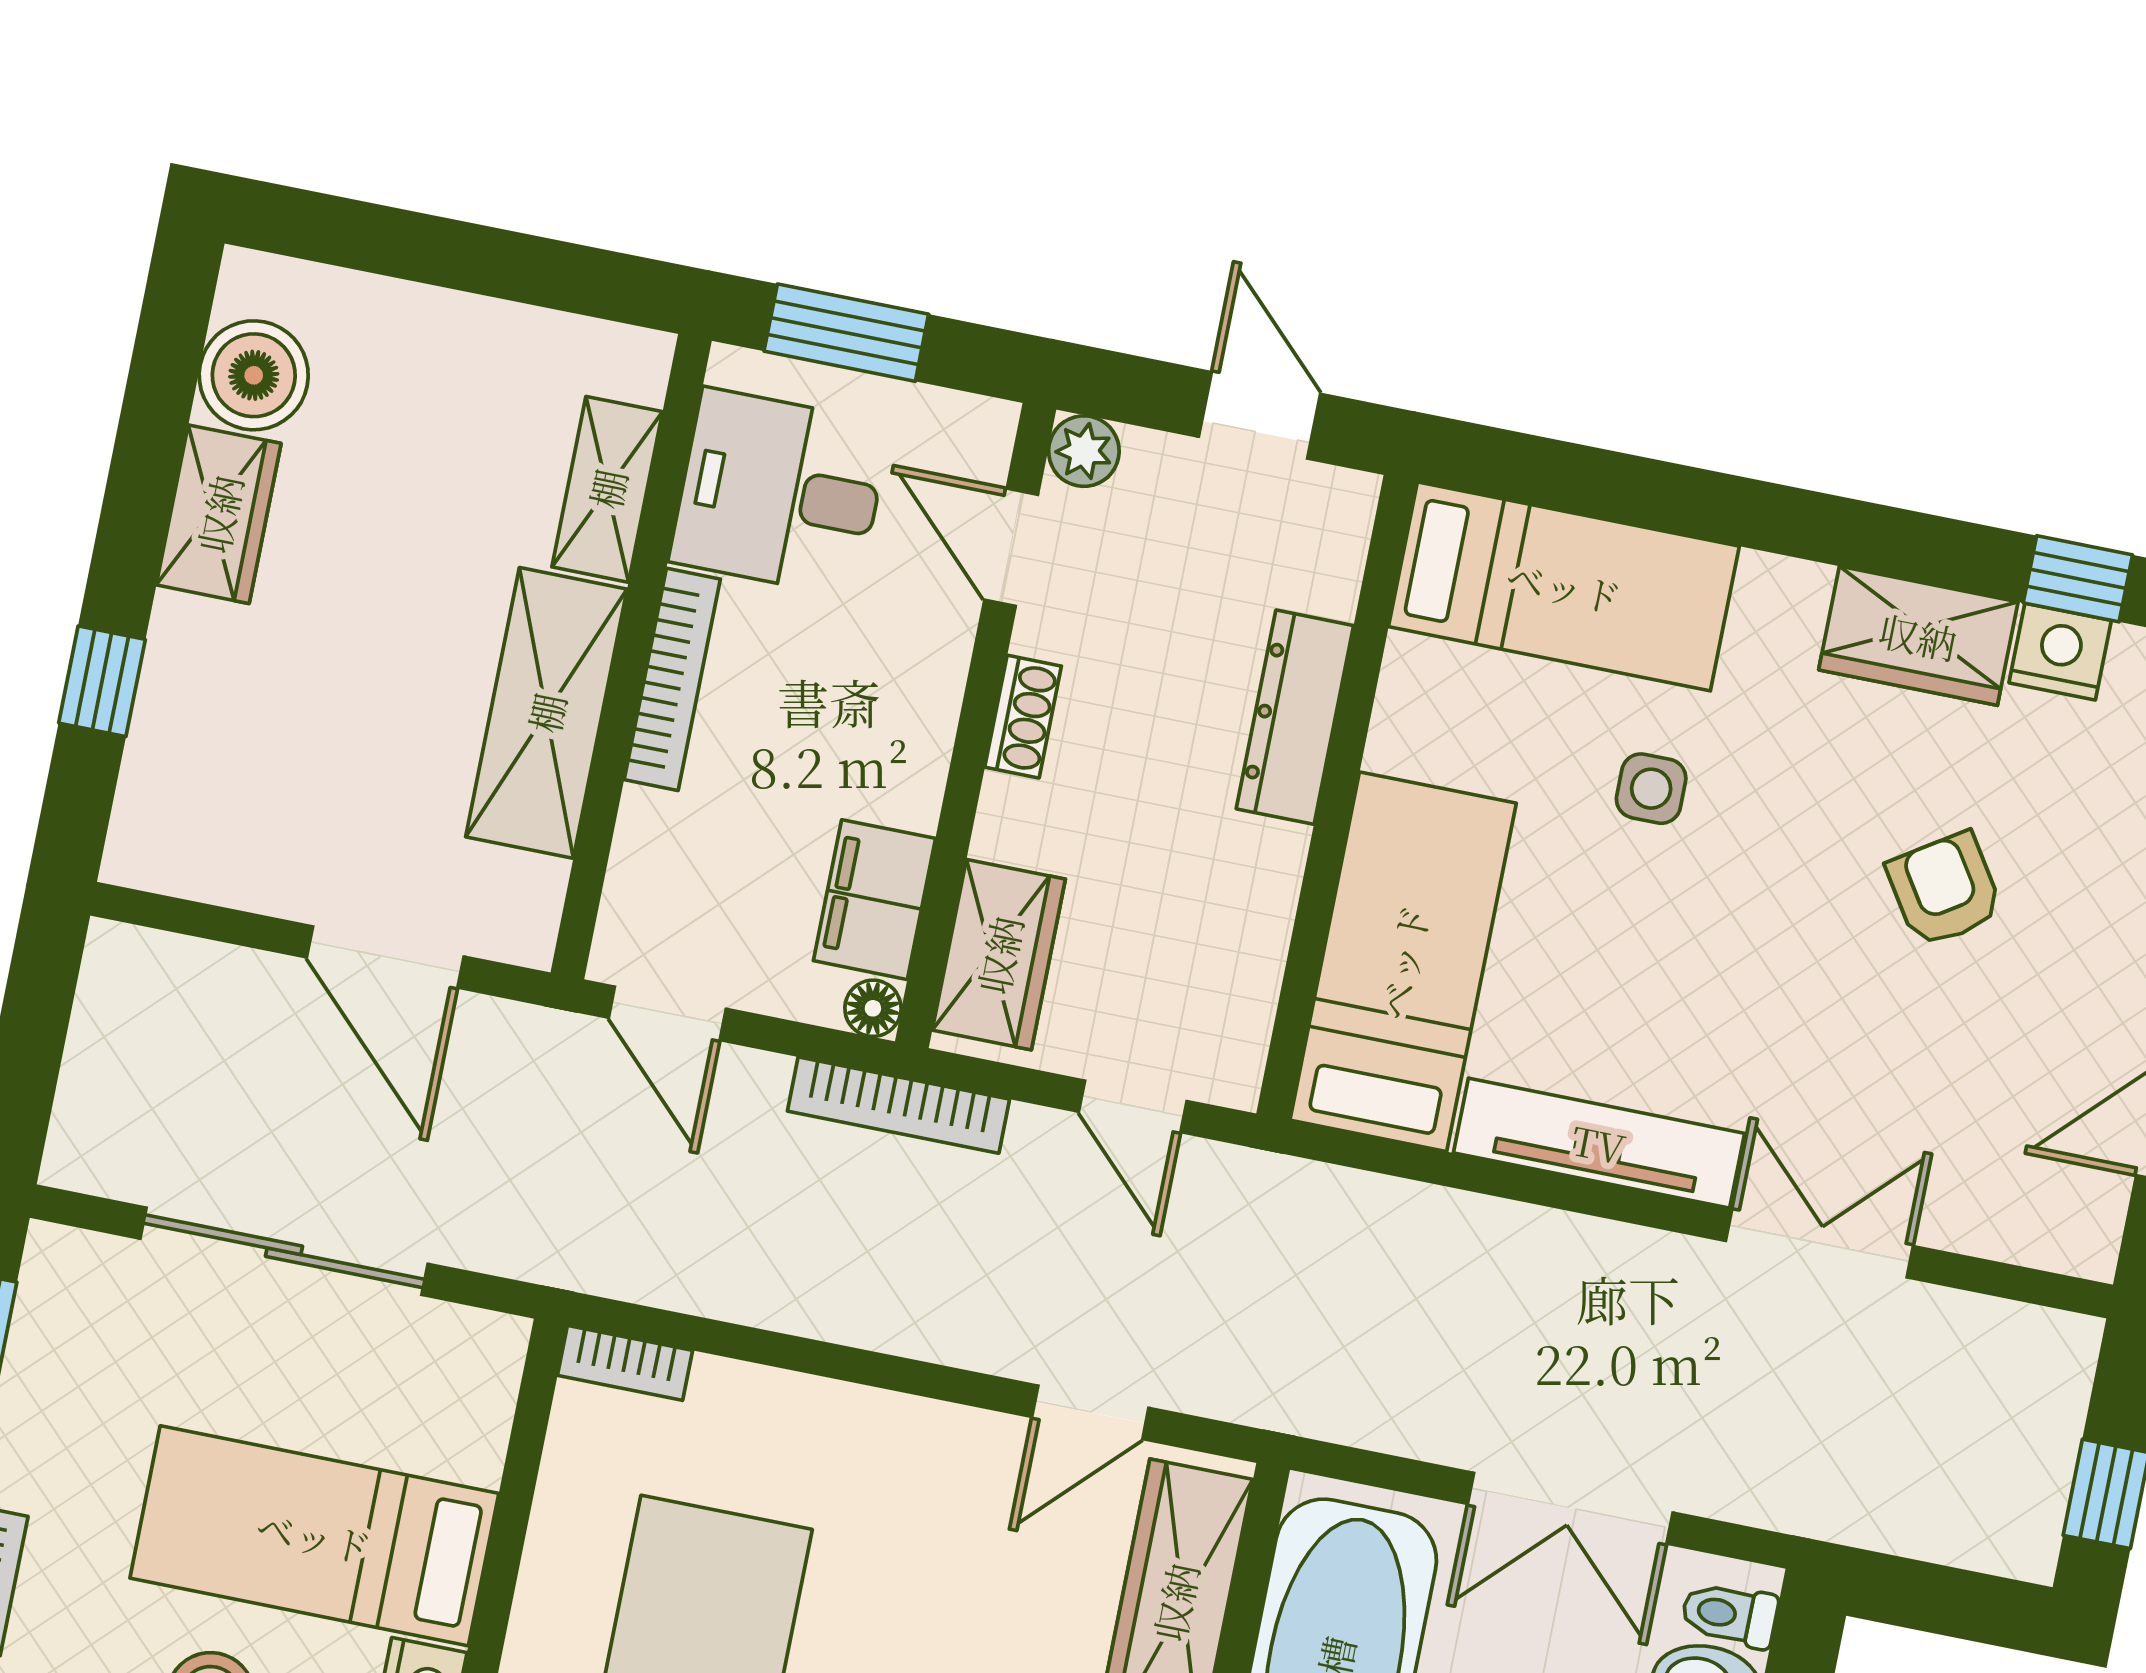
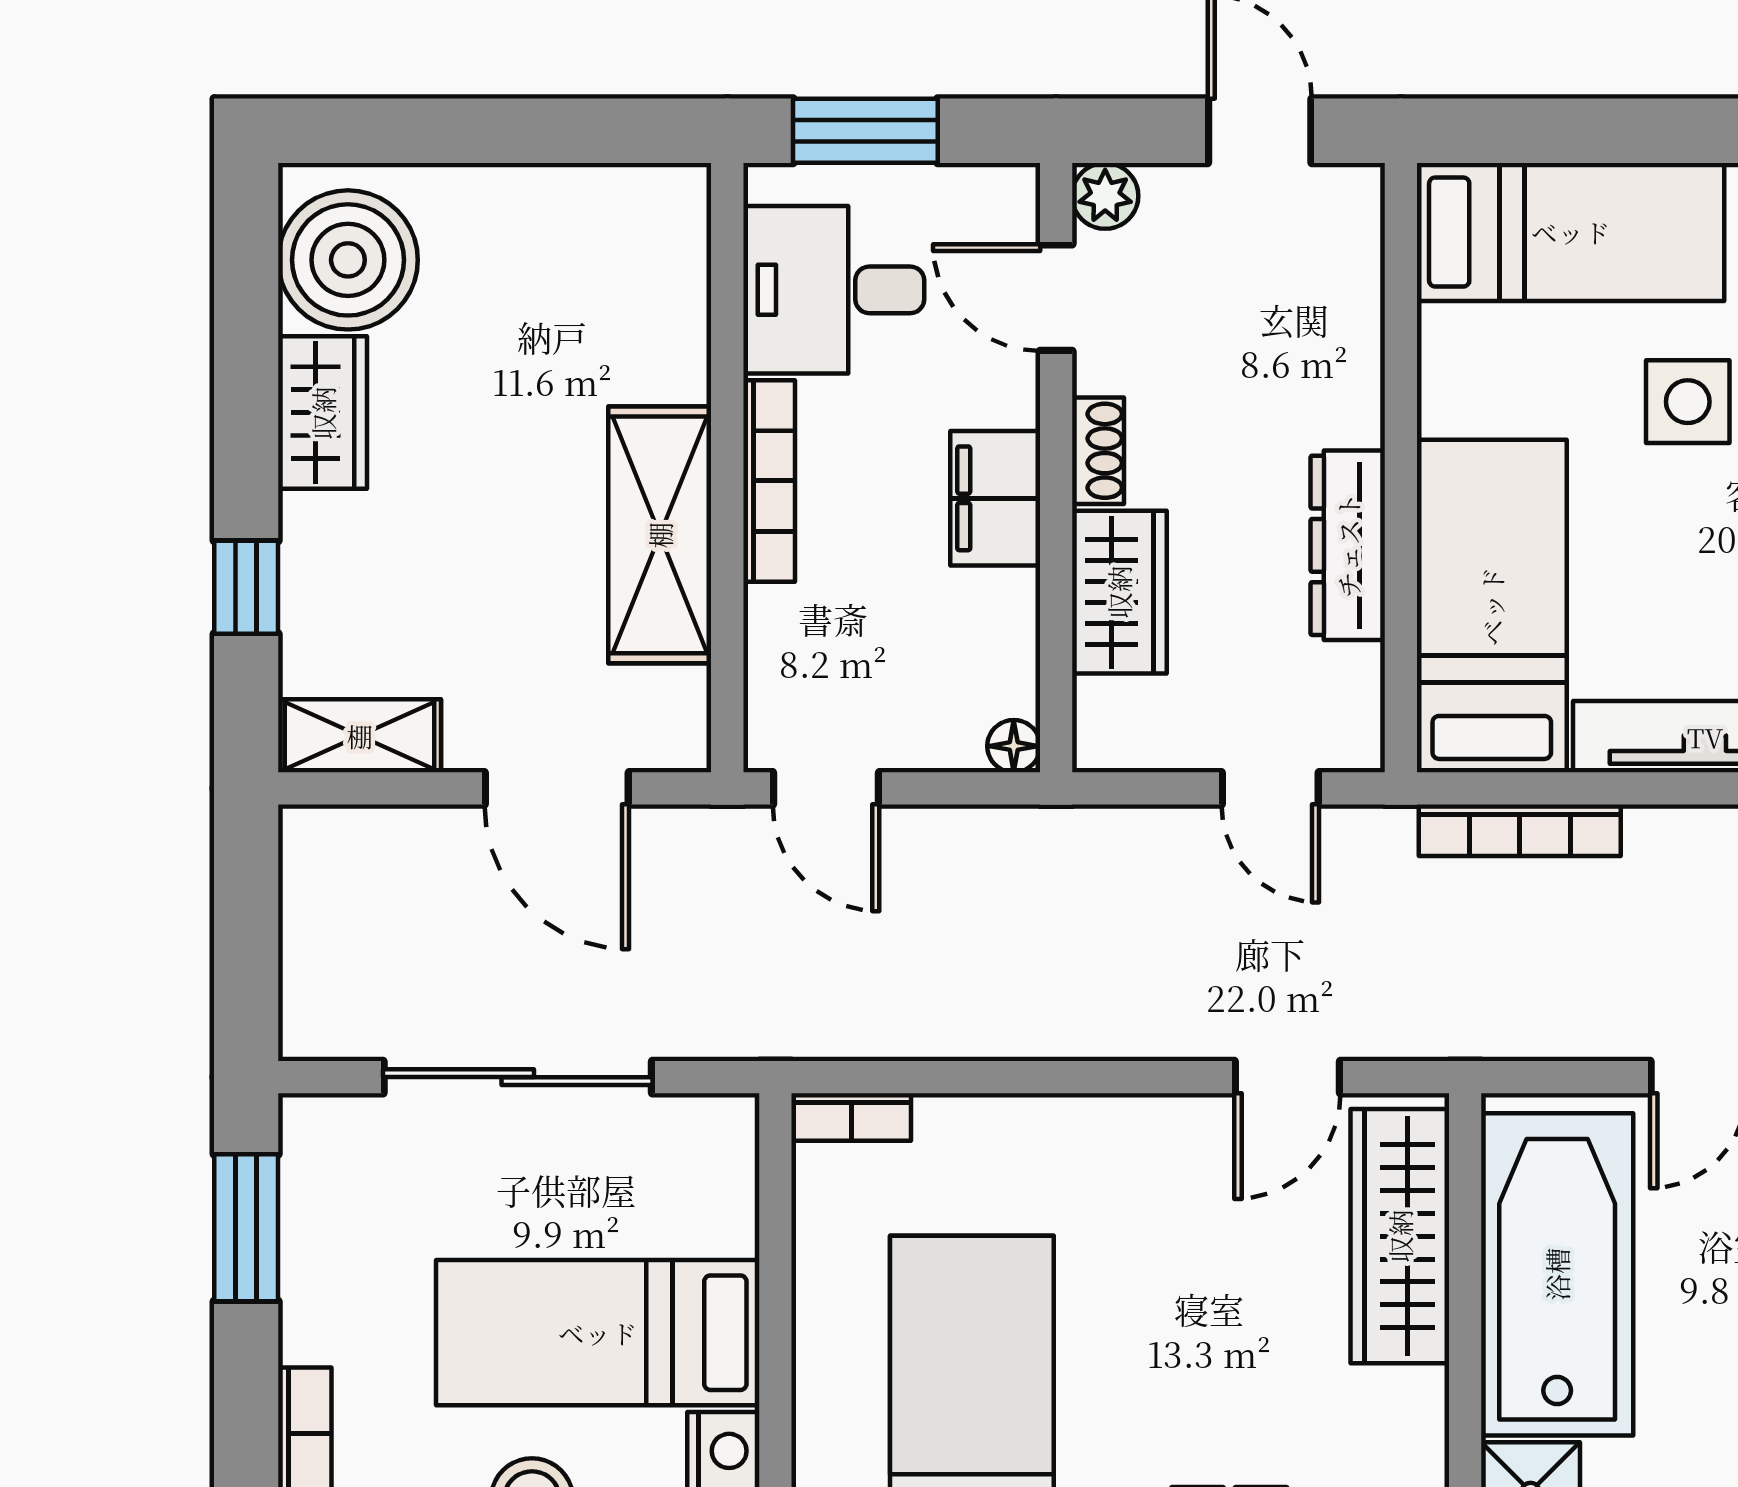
boiler: (254, 375) -> (348, 260), width x1.37, depth x1.37
shelving: (607, 489) -> (360, 736), moved, turned 90
dresser: (1295, 717) -> (1348, 545), moved
side table: (1651, 789) -> (1688, 402), width x1.37, depth x1.37
filing cabinet: (874, 900) -> (995, 498), moved
wardrobe: (999, 955) -> (1119, 592), moved
bookcase: (898, 1105) -> (1520, 830), moved

